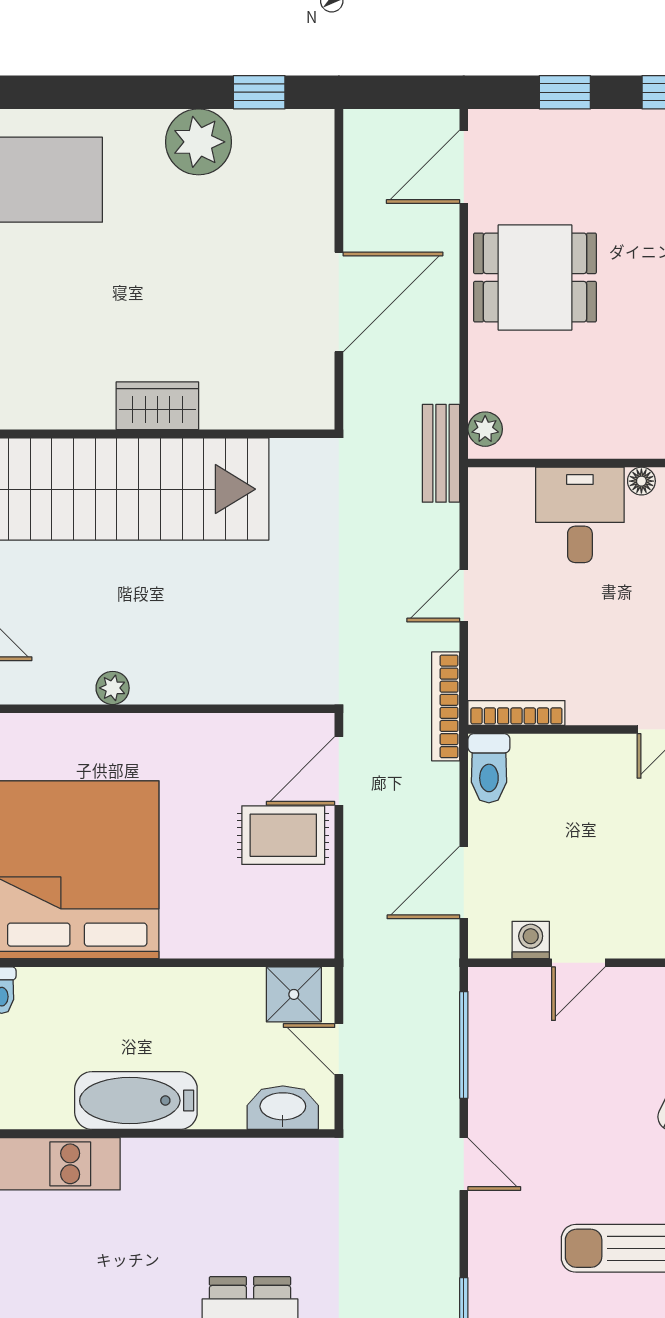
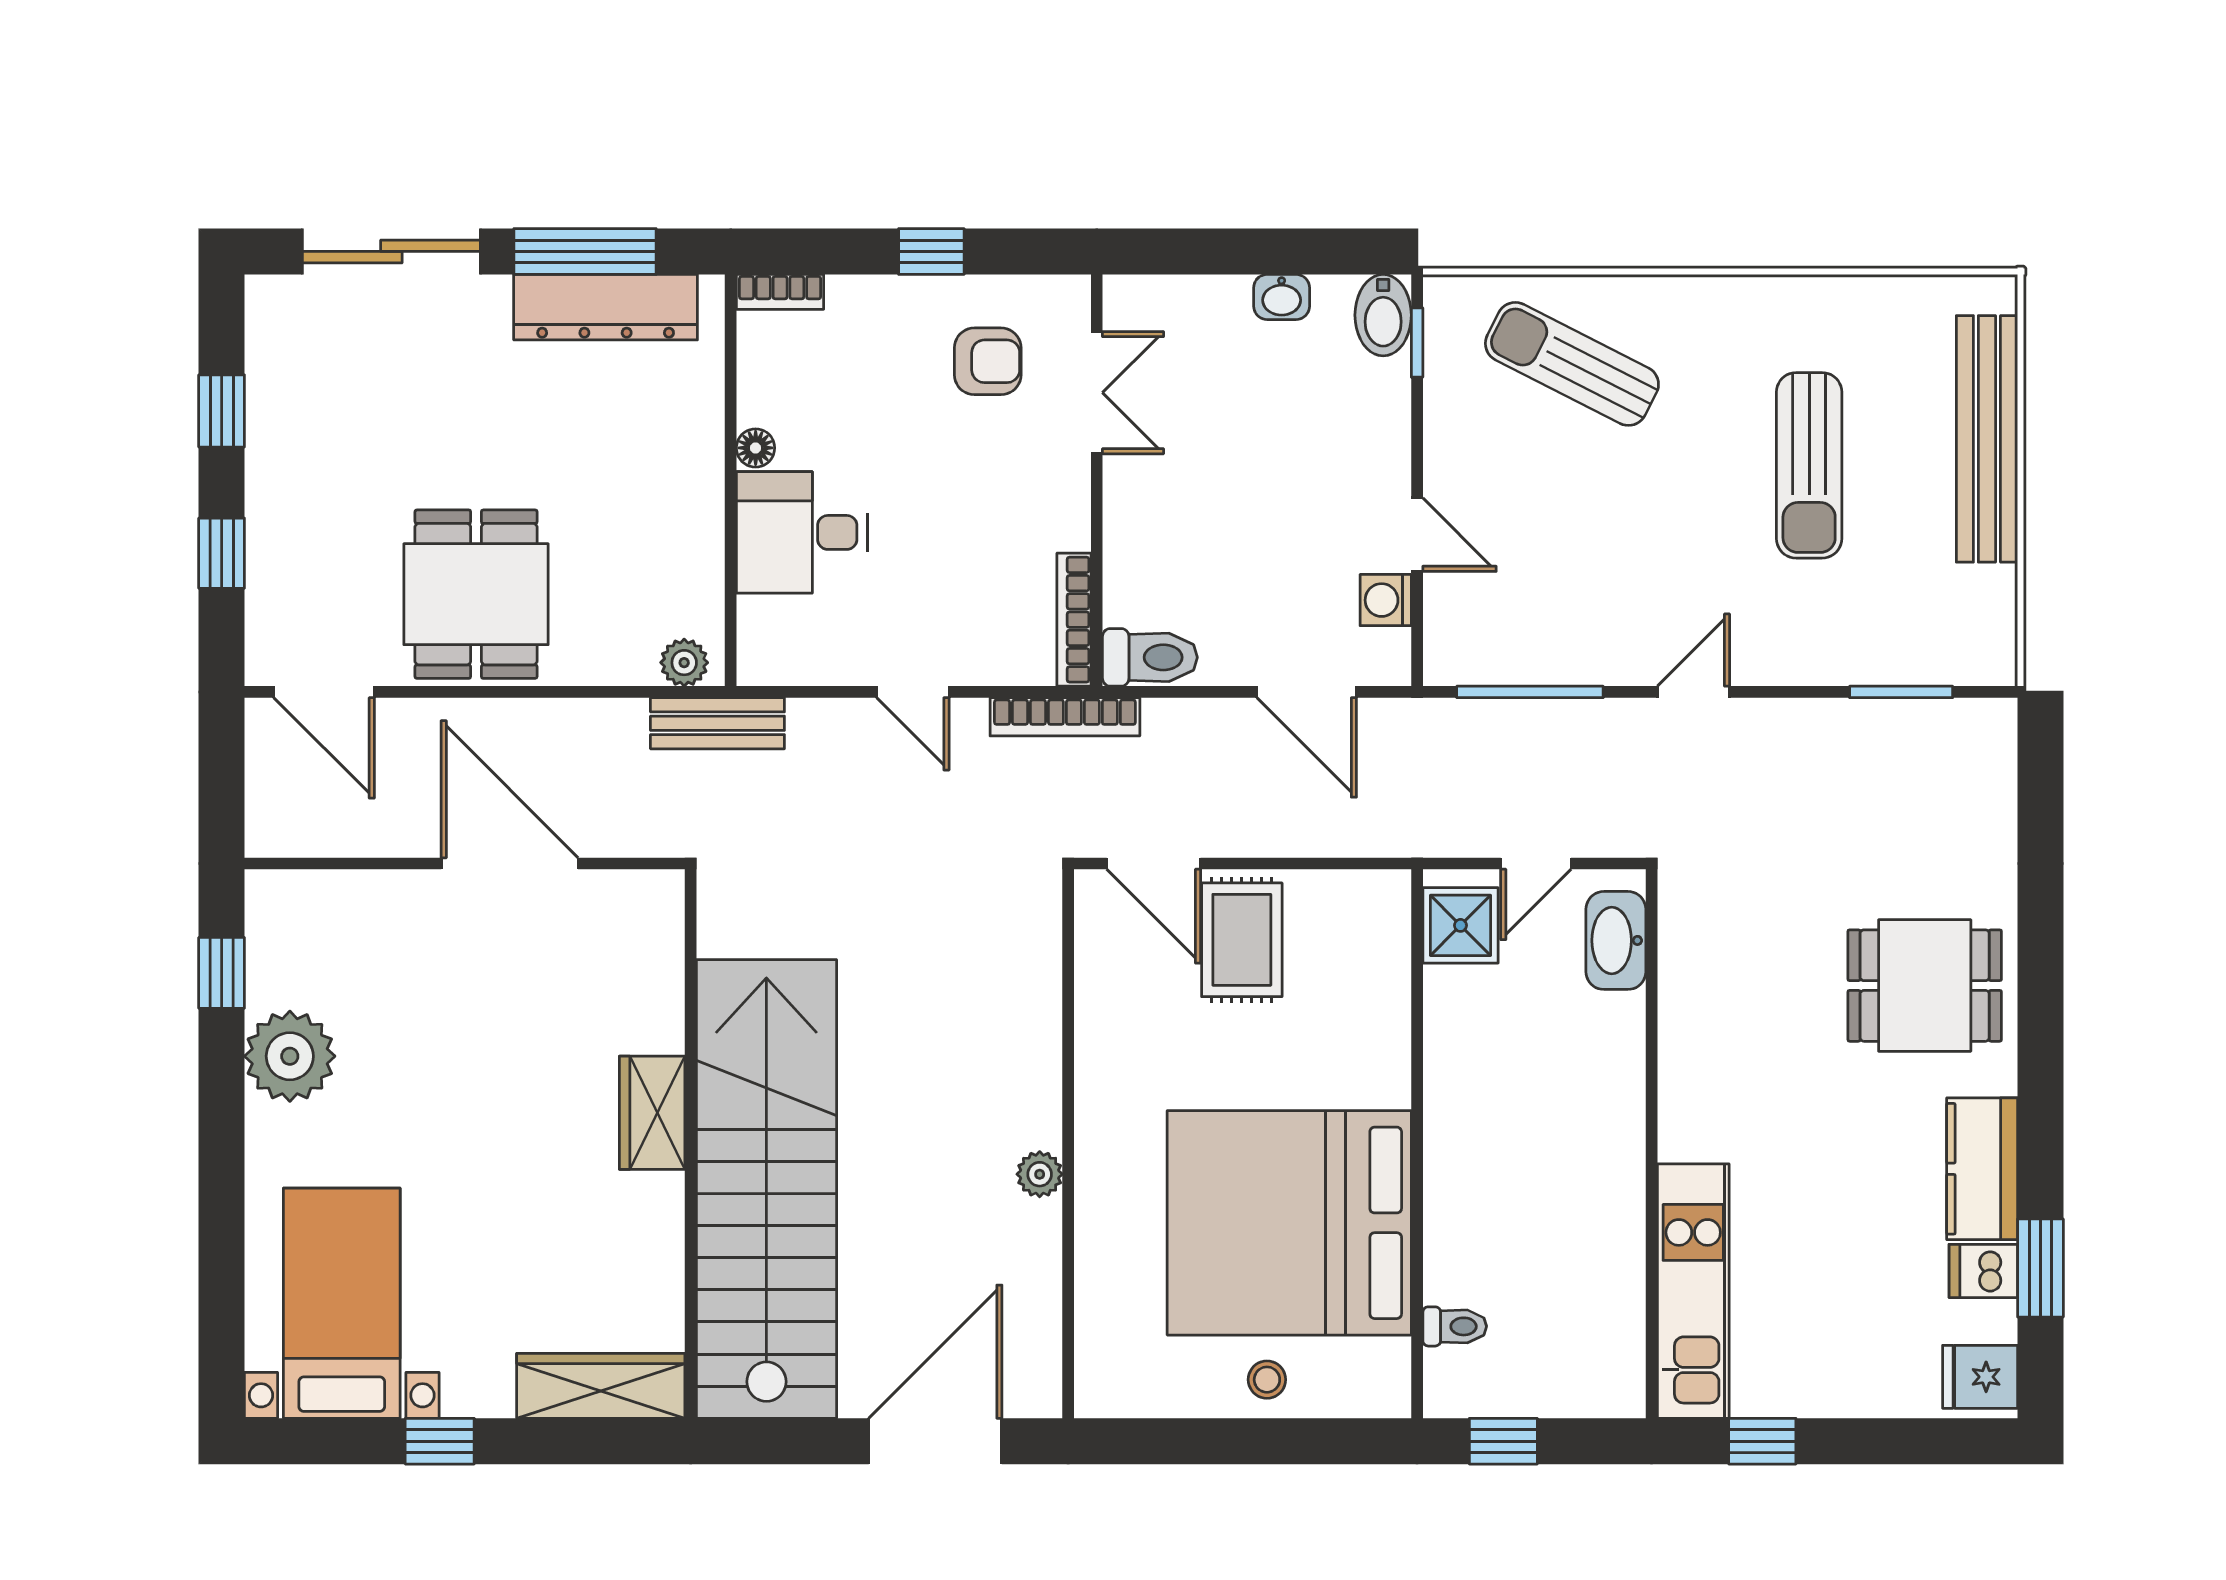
bathtub: (136, 1101) -> (1606, 1142), removed

